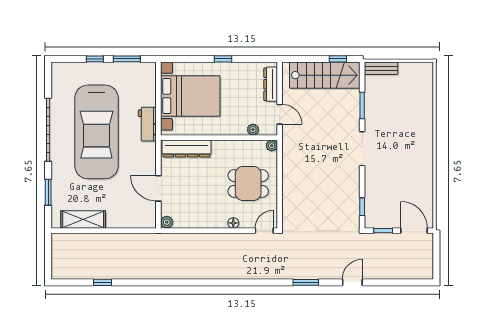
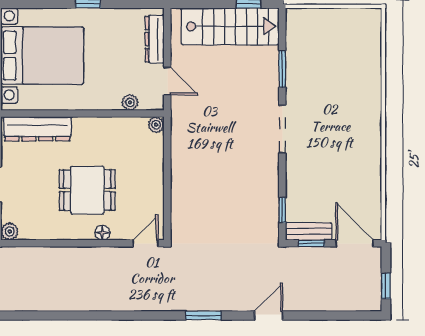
bench: (381, 68) -> (309, 231), moved
dining table: (248, 183) -> (87, 190), moved
window: (436, 261) -> (386, 286), added

